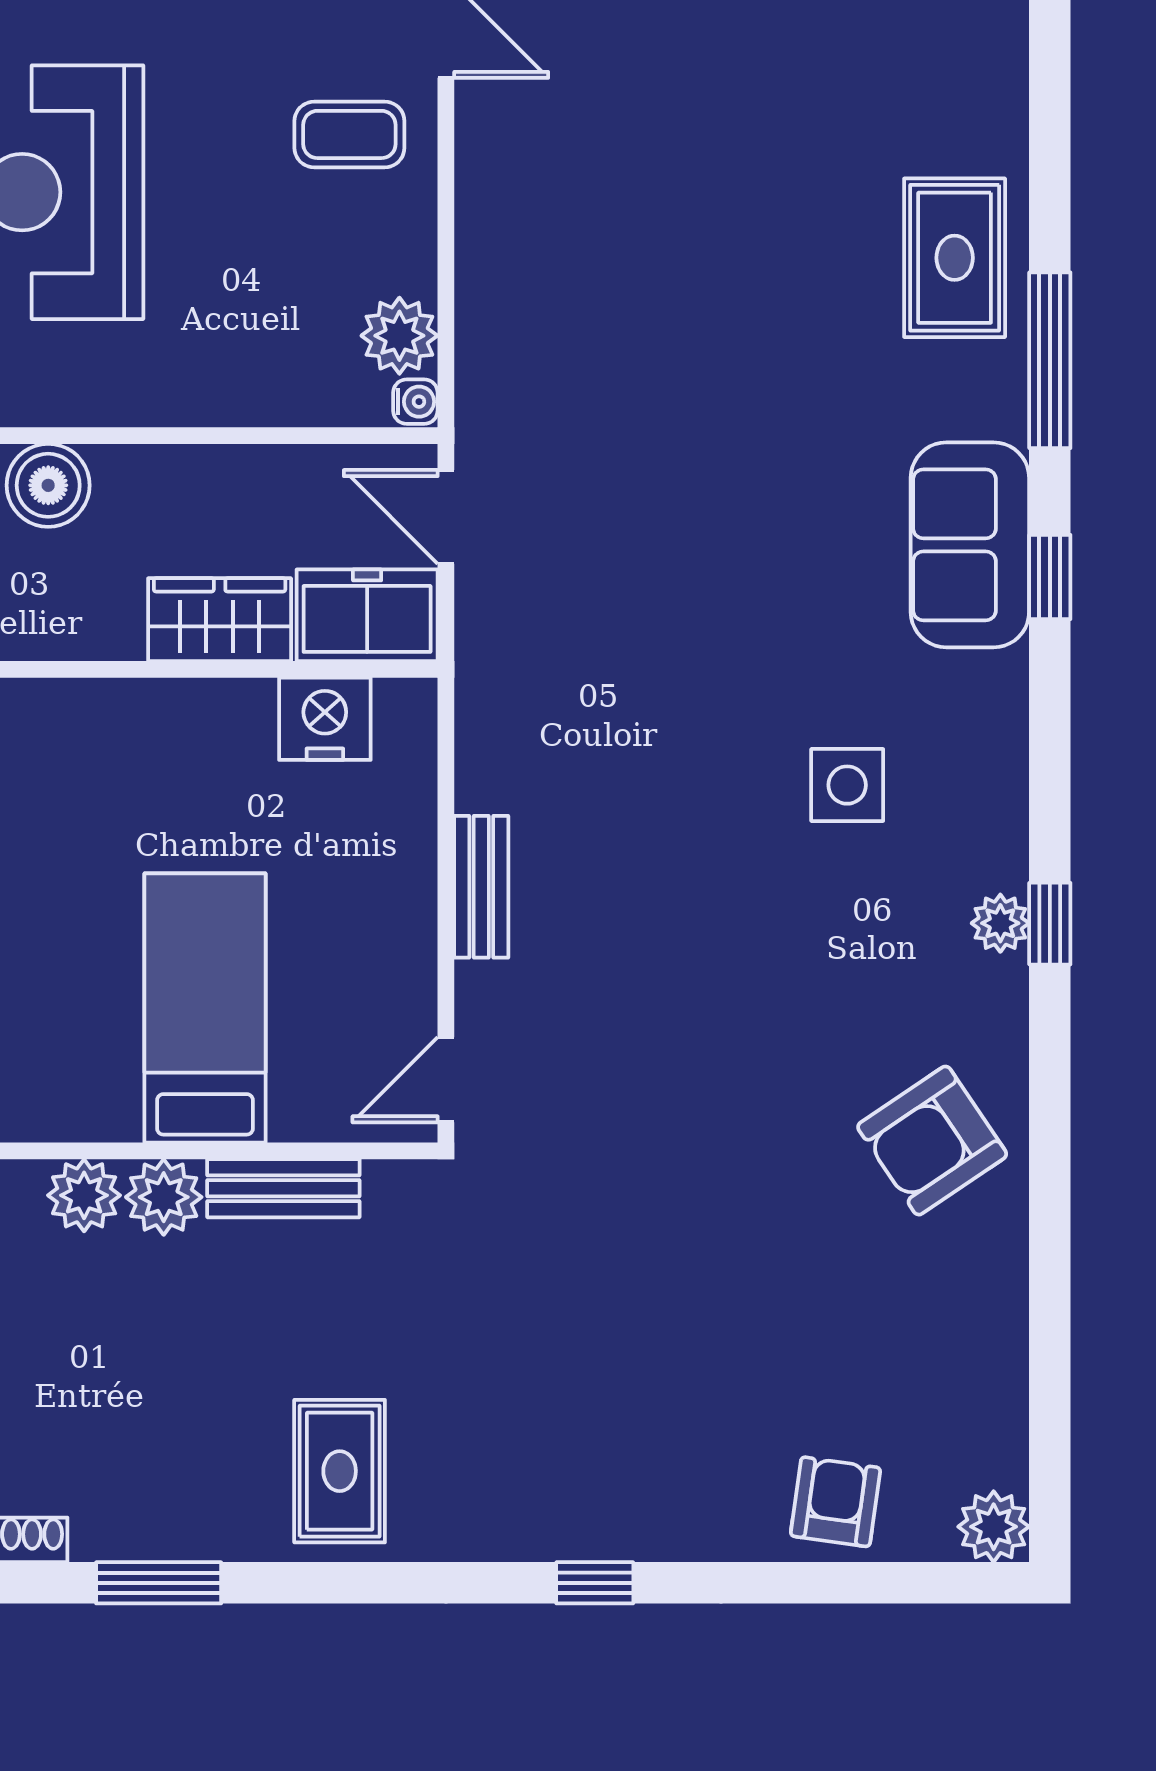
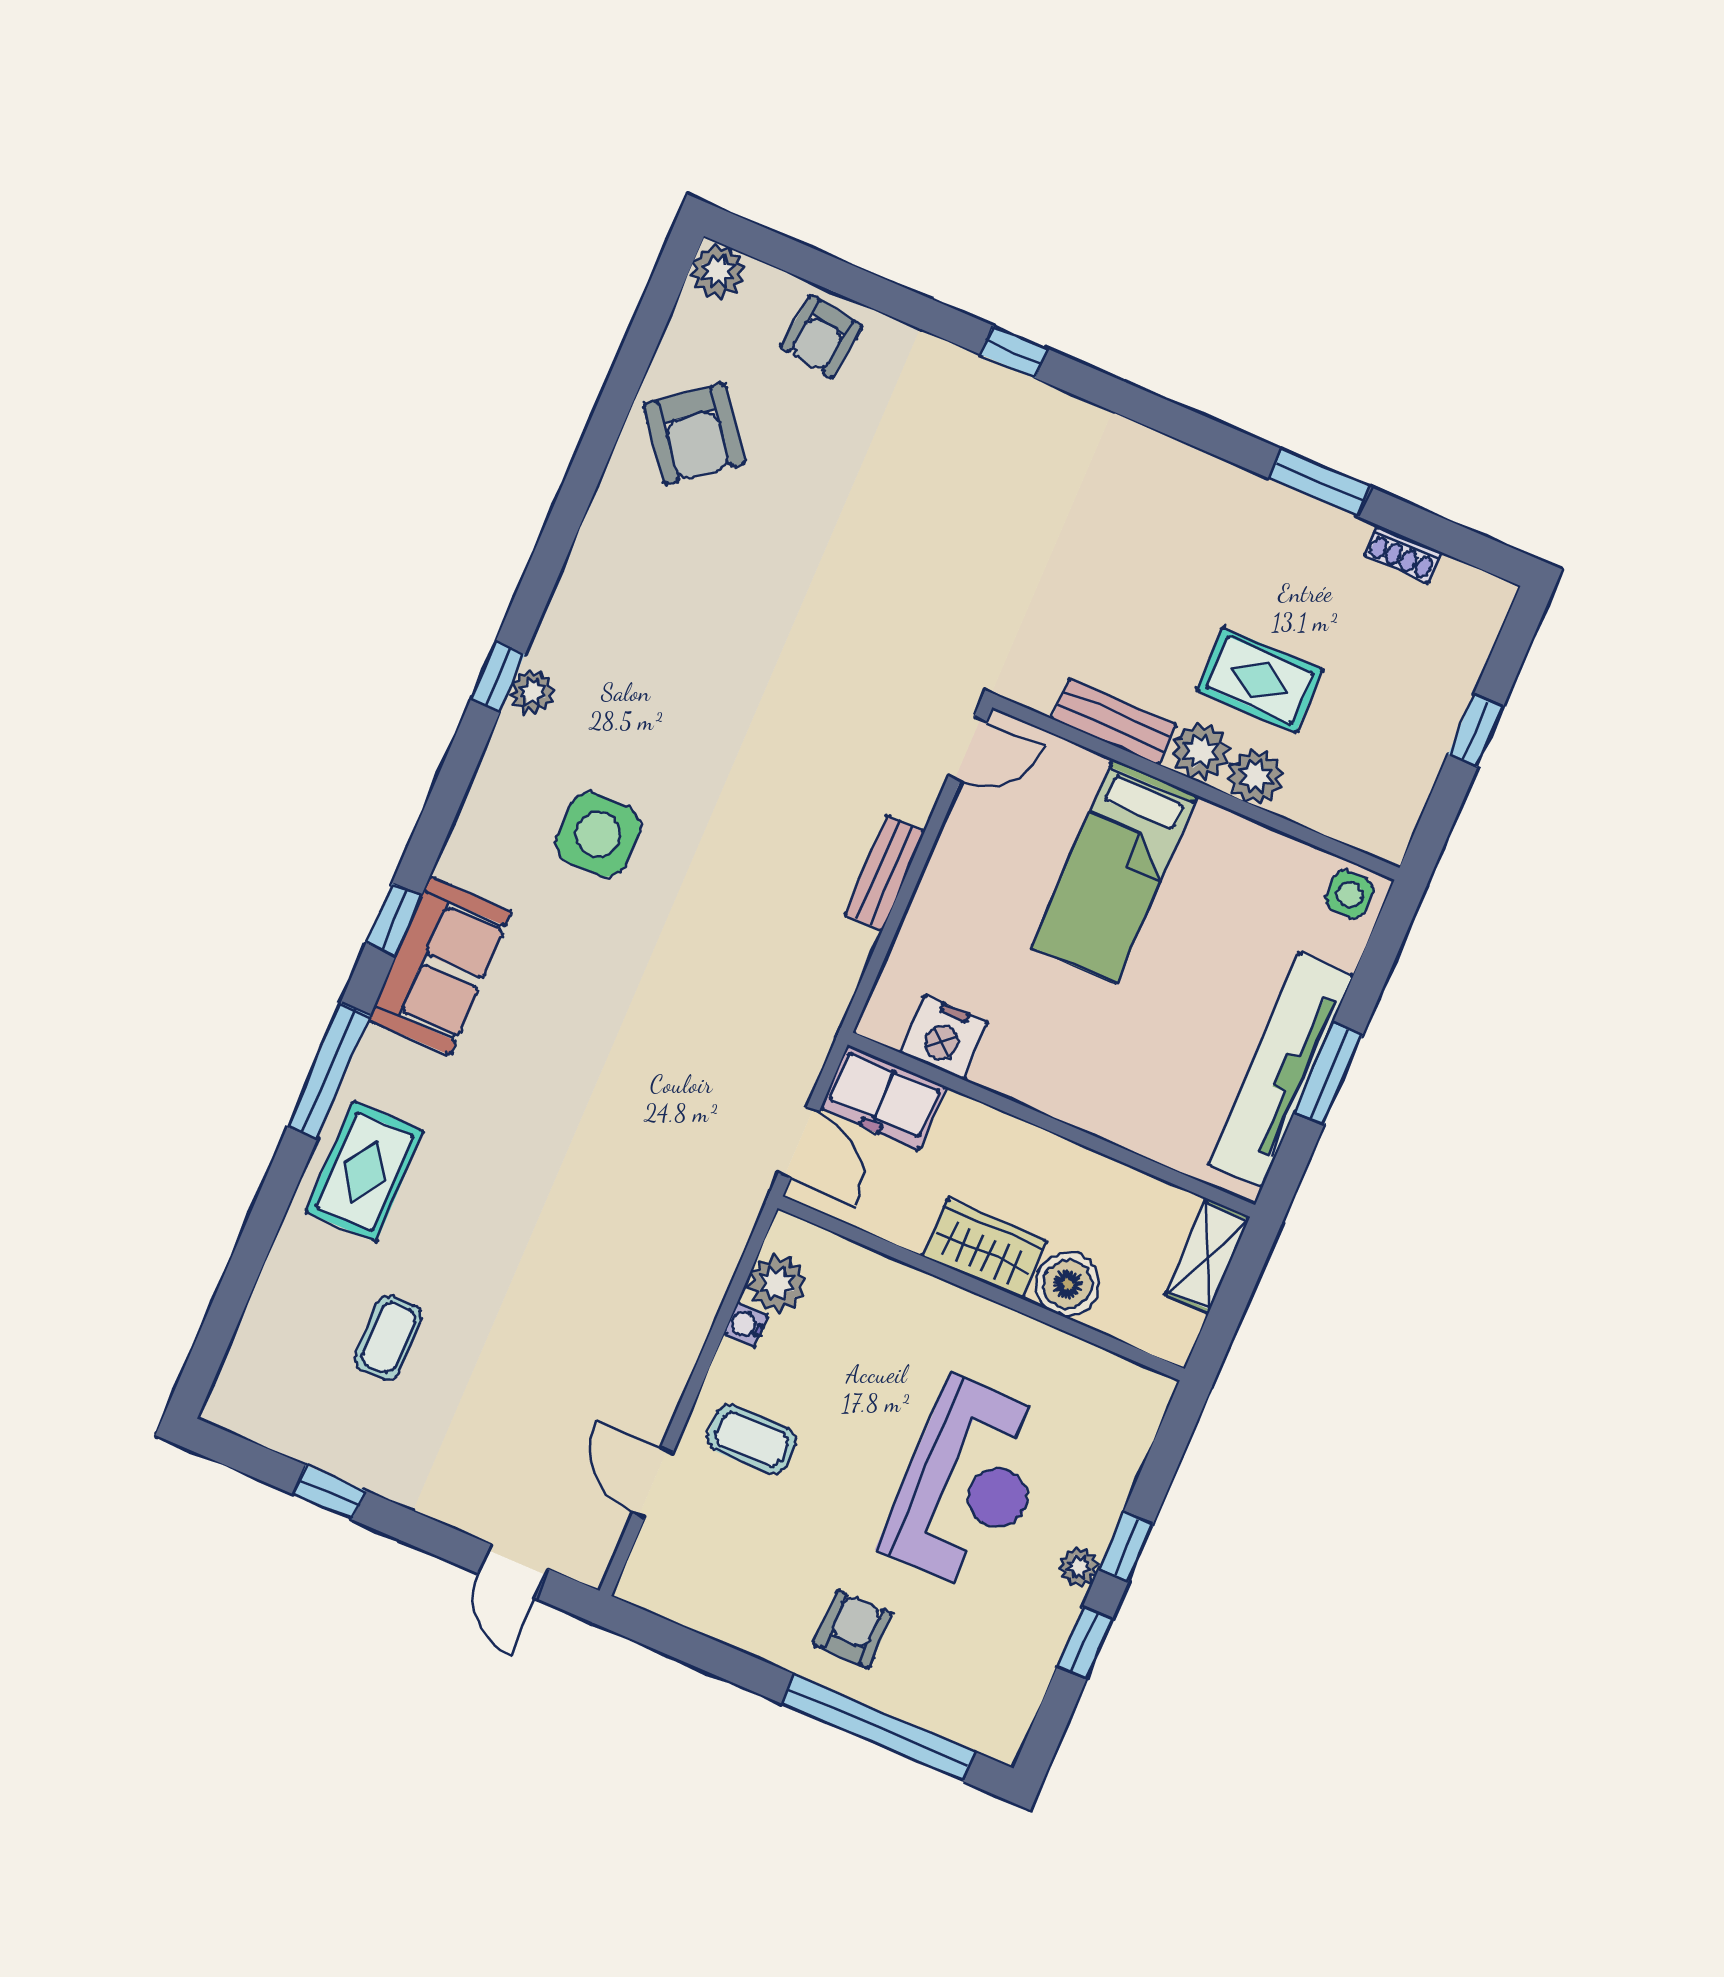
coffee table: (840, 70) -> (388, 1337), added
water cooler: (415, 402) -> (746, 1325), moved
wardrobe: (220, 620) -> (985, 1249), moved, turned 180
side table: (847, 785) -> (598, 835), width x1.37, depth x1.37
armchair: (932, 1141) -> (694, 434), moved, turned 86
rug: (340, 1471) -> (1259, 680), moved, turned 90

